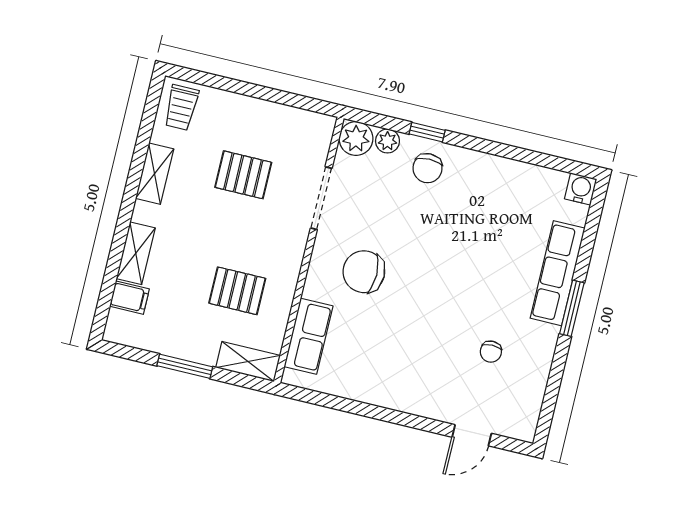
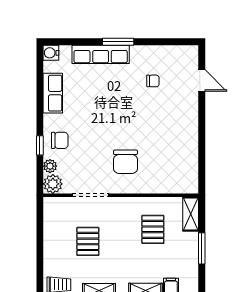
row of seats: (308, 336) -> (53, 93), moved, turned 90

